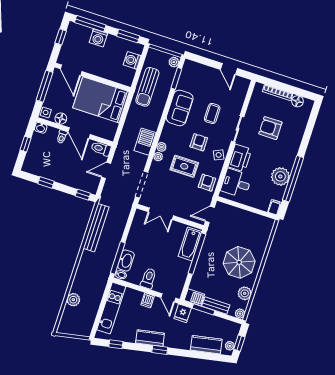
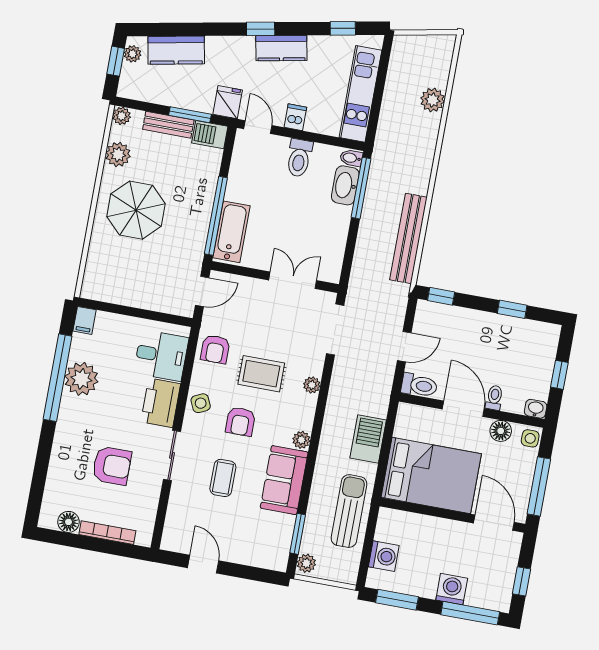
barbecue: (145, 142) -> (368, 439), moved, turned 180
plant: (161, 147) -> (301, 440), moved

